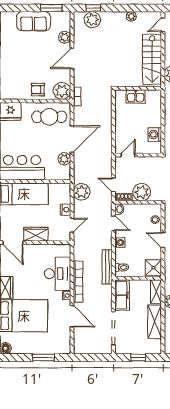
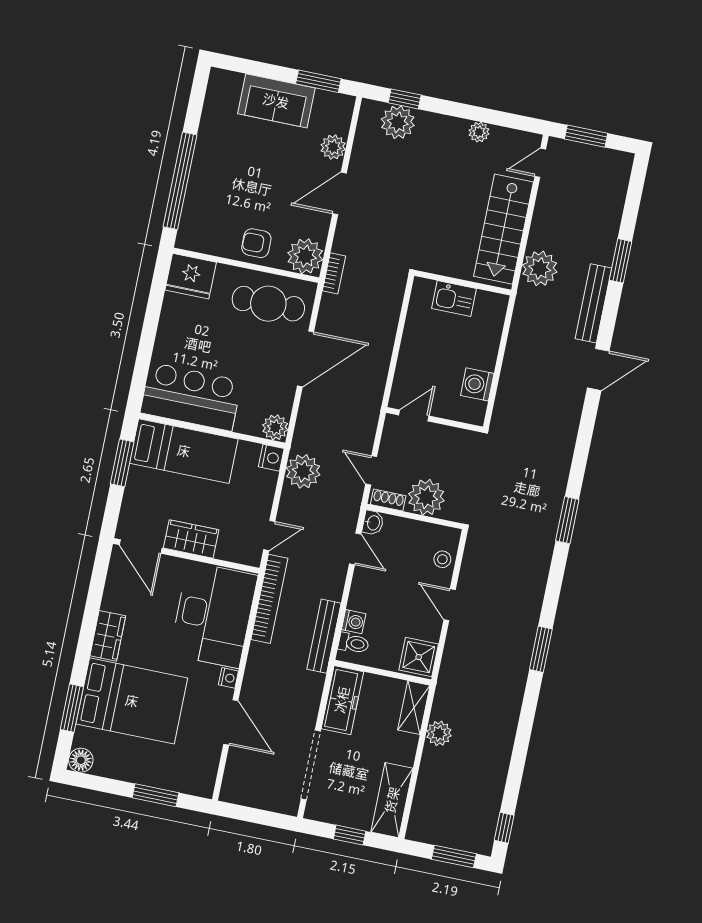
plant: (64, 159) -> (275, 427), moved
nightstand: (65, 210) -> (271, 458), moved
washing machine: (120, 242) -> (354, 622), moved
desk: (57, 274) -> (213, 615), width x1.36, depth x1.30
bookcase: (78, 282) -> (269, 599), moved
shelving: (155, 322) -> (392, 800), moved

